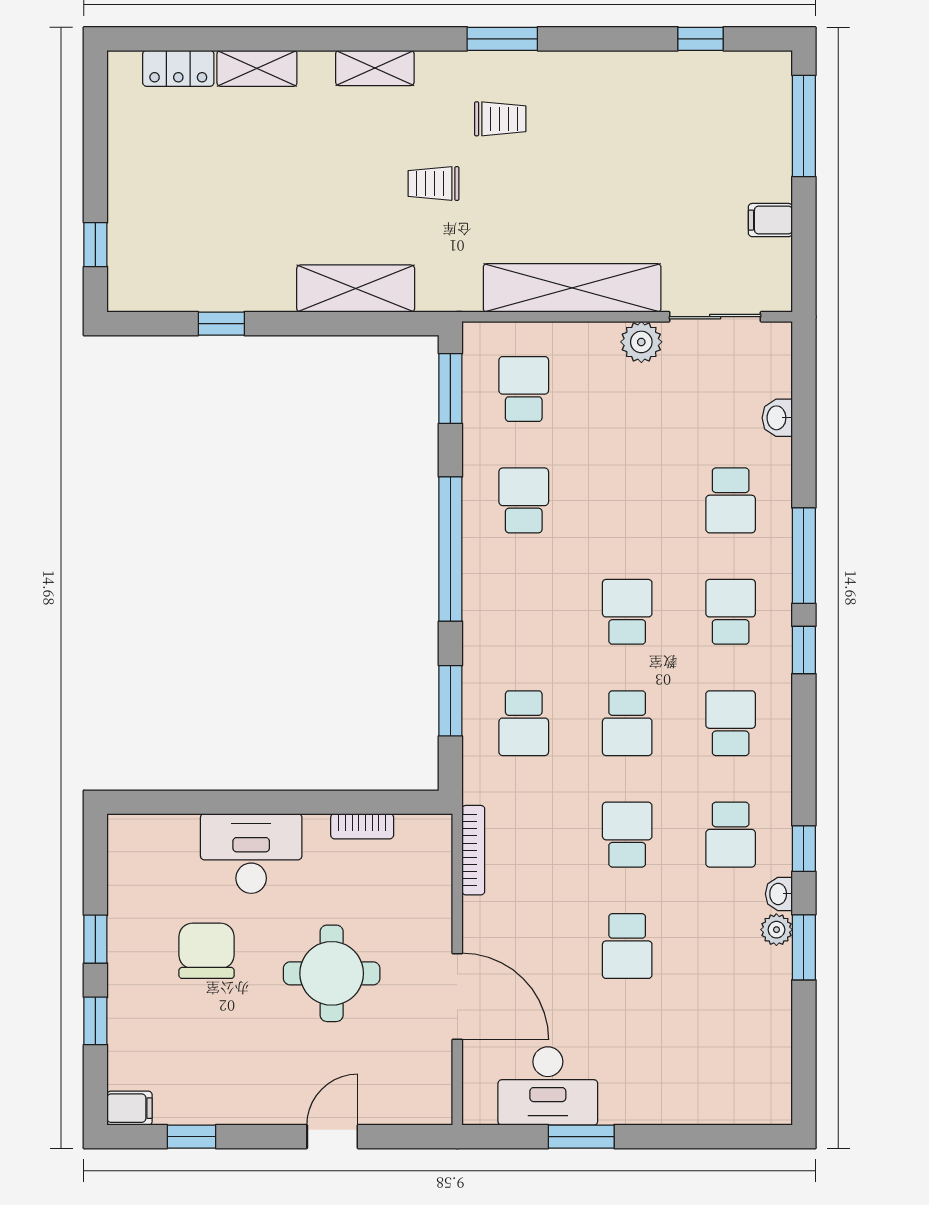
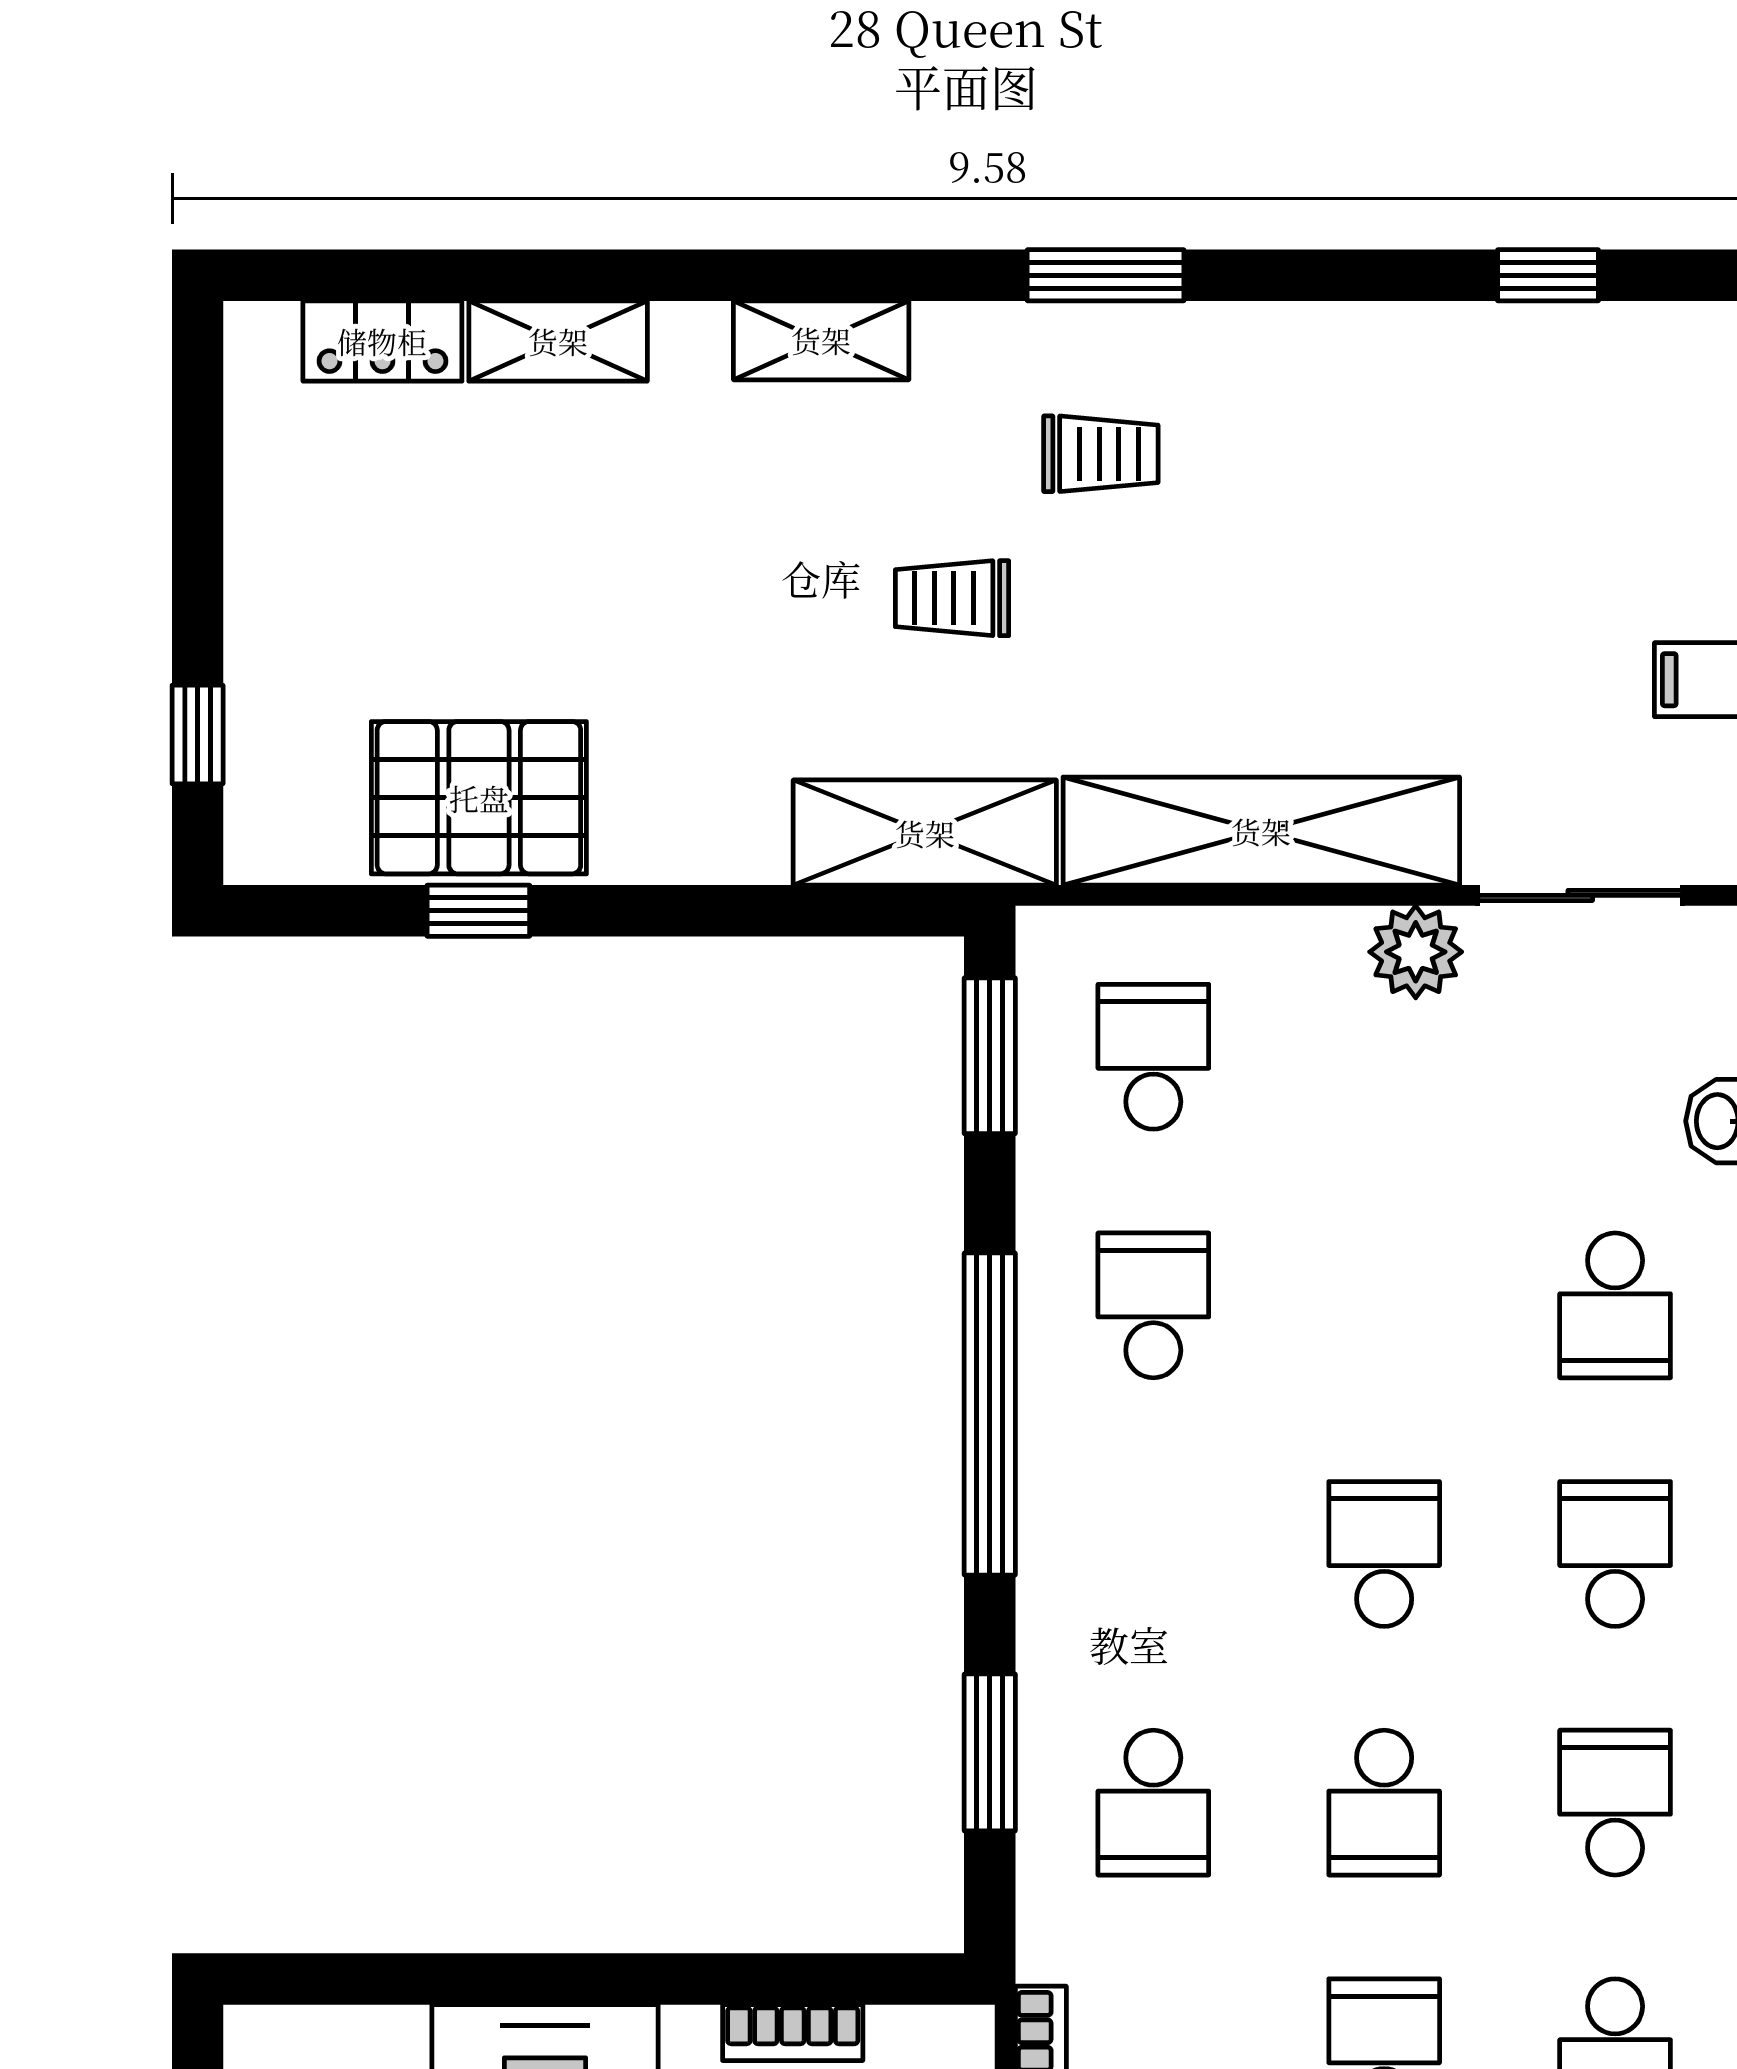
pallet: (222, 273) -> (479, 798), added
shelving: (356, 289) -> (925, 833), moved

